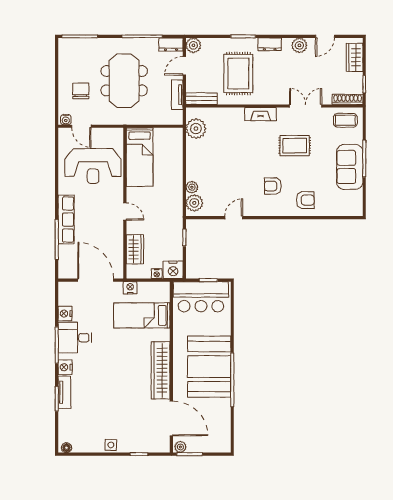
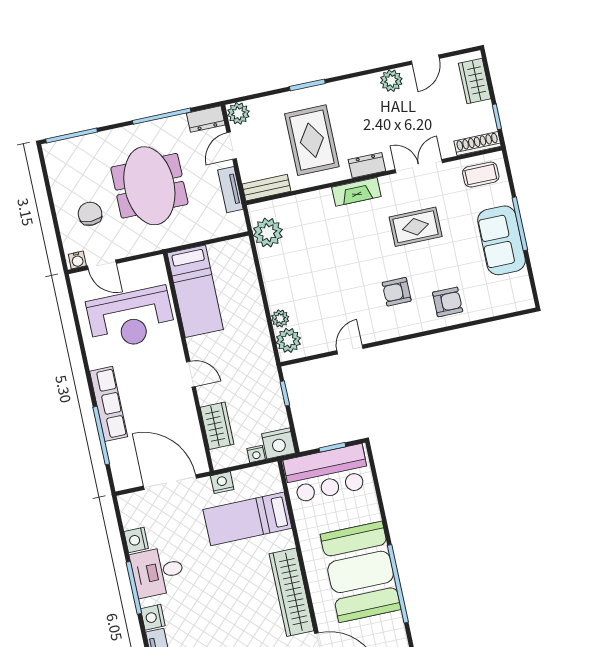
dresser: (270, 44) -> (367, 165), moved, turned 180

